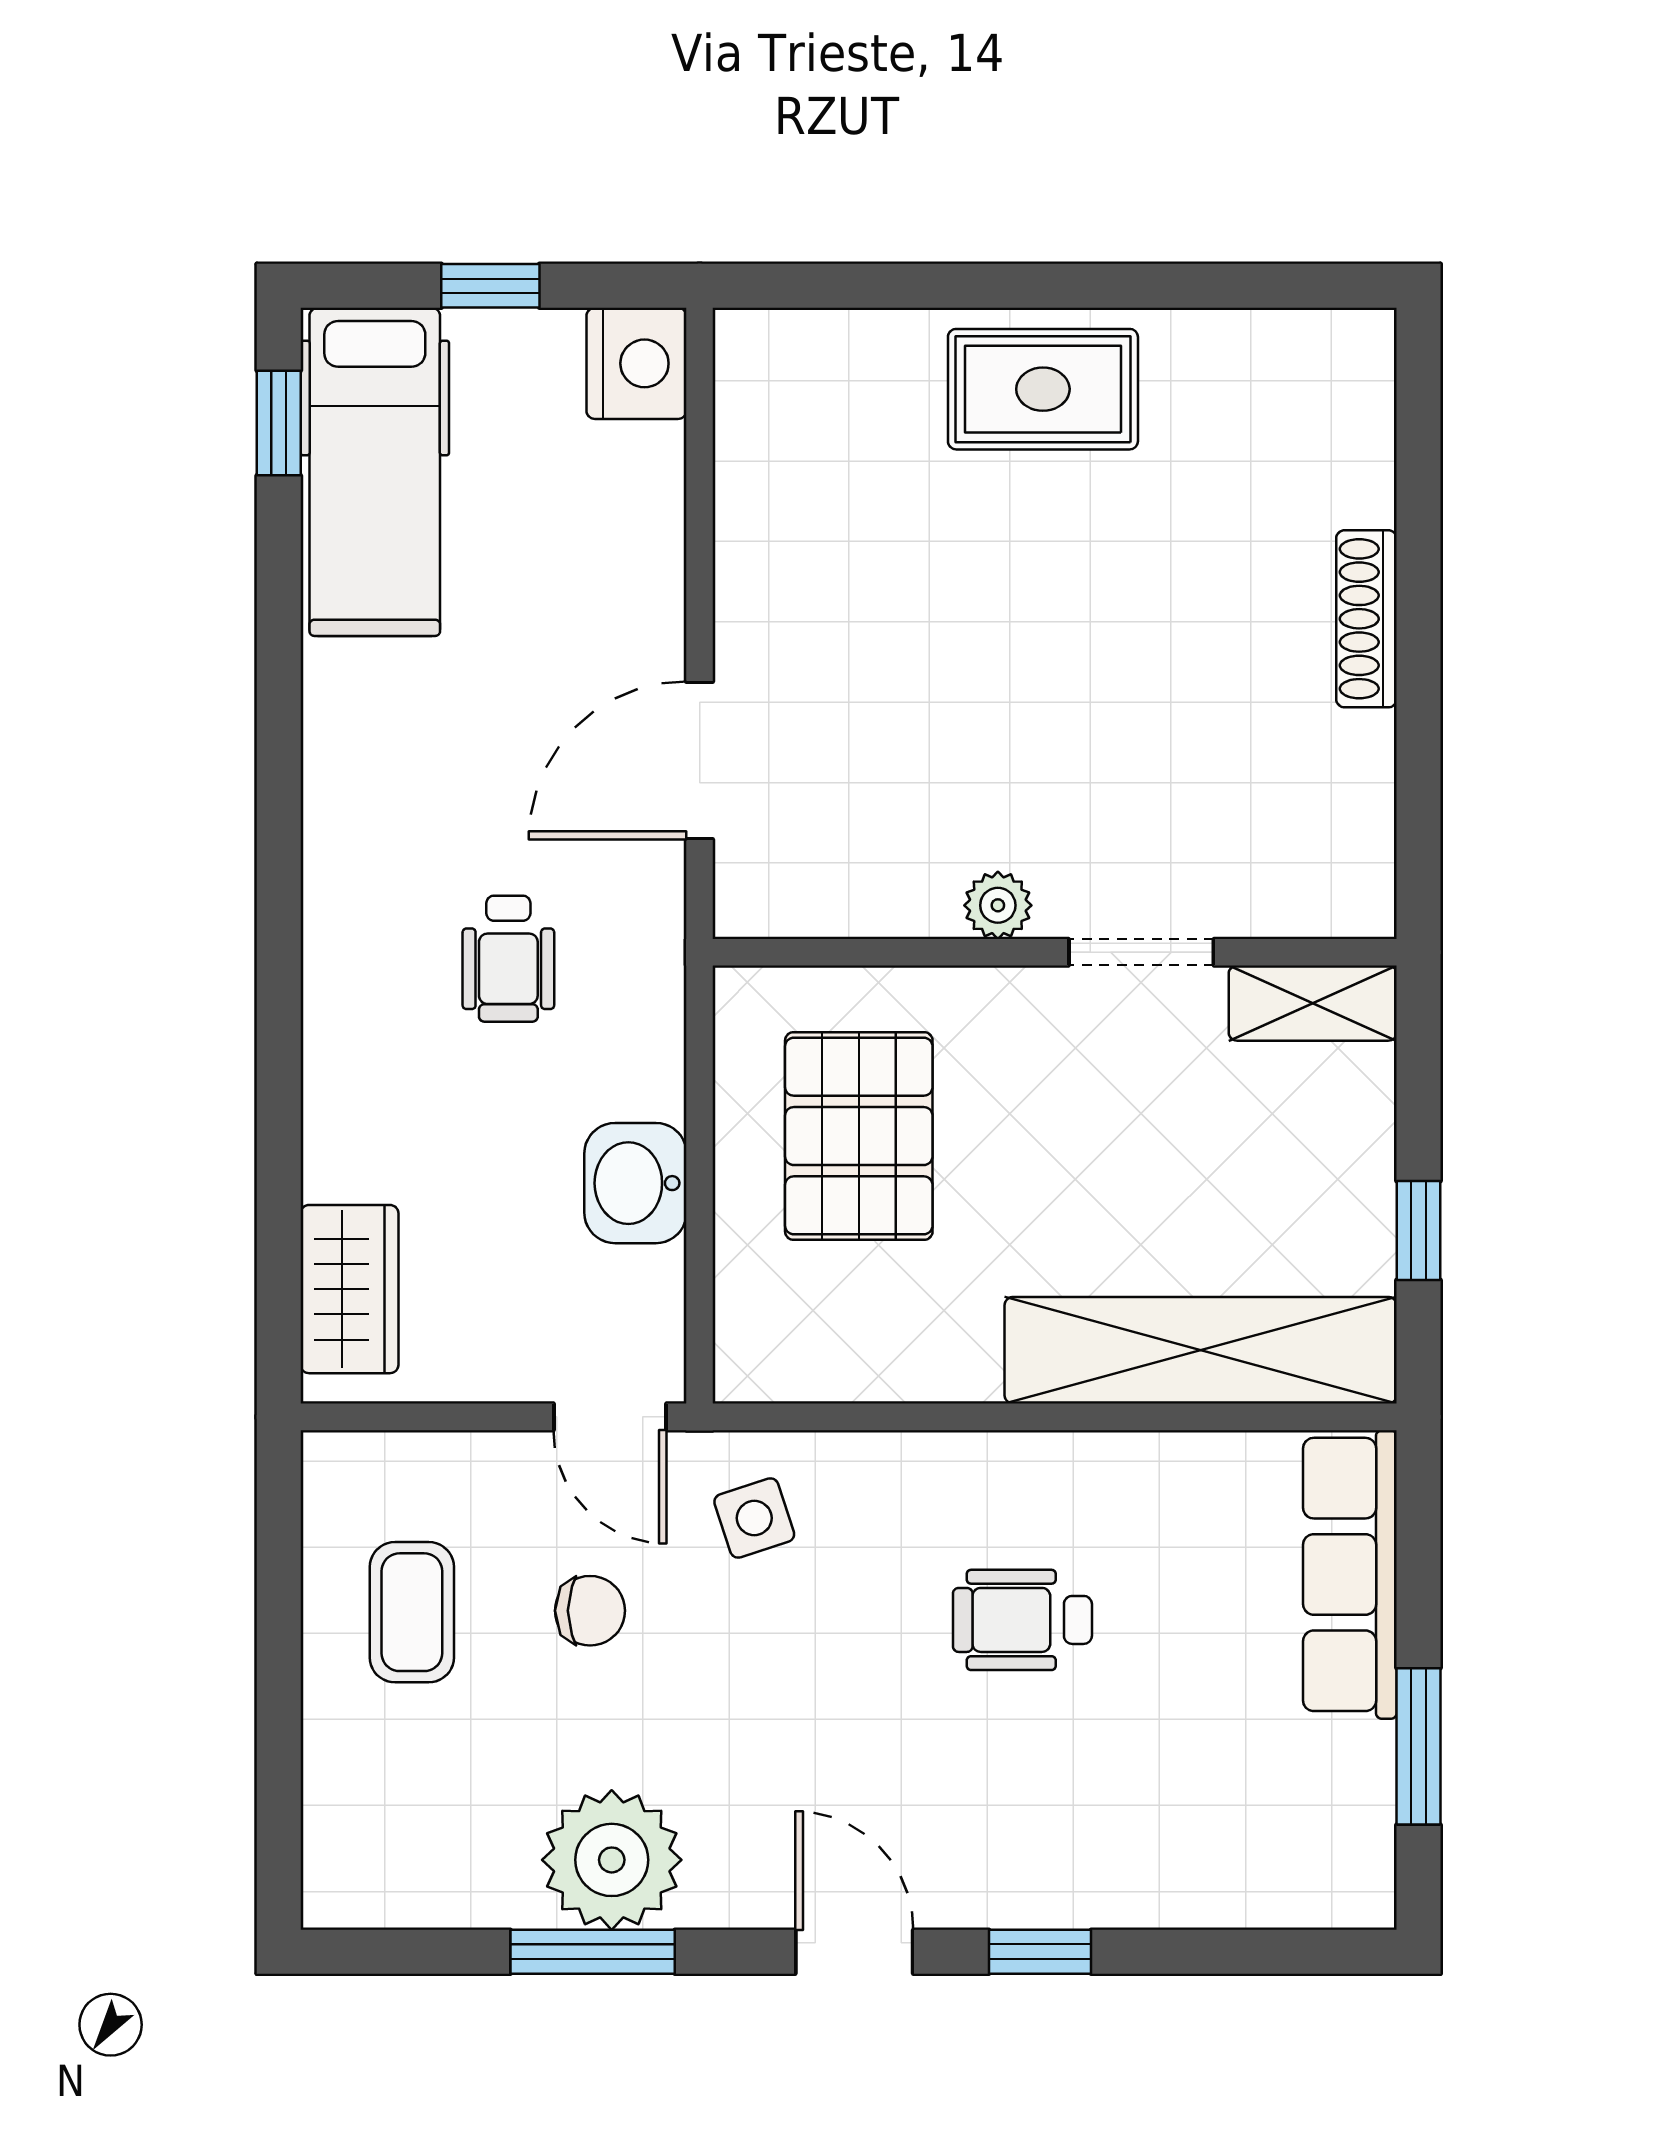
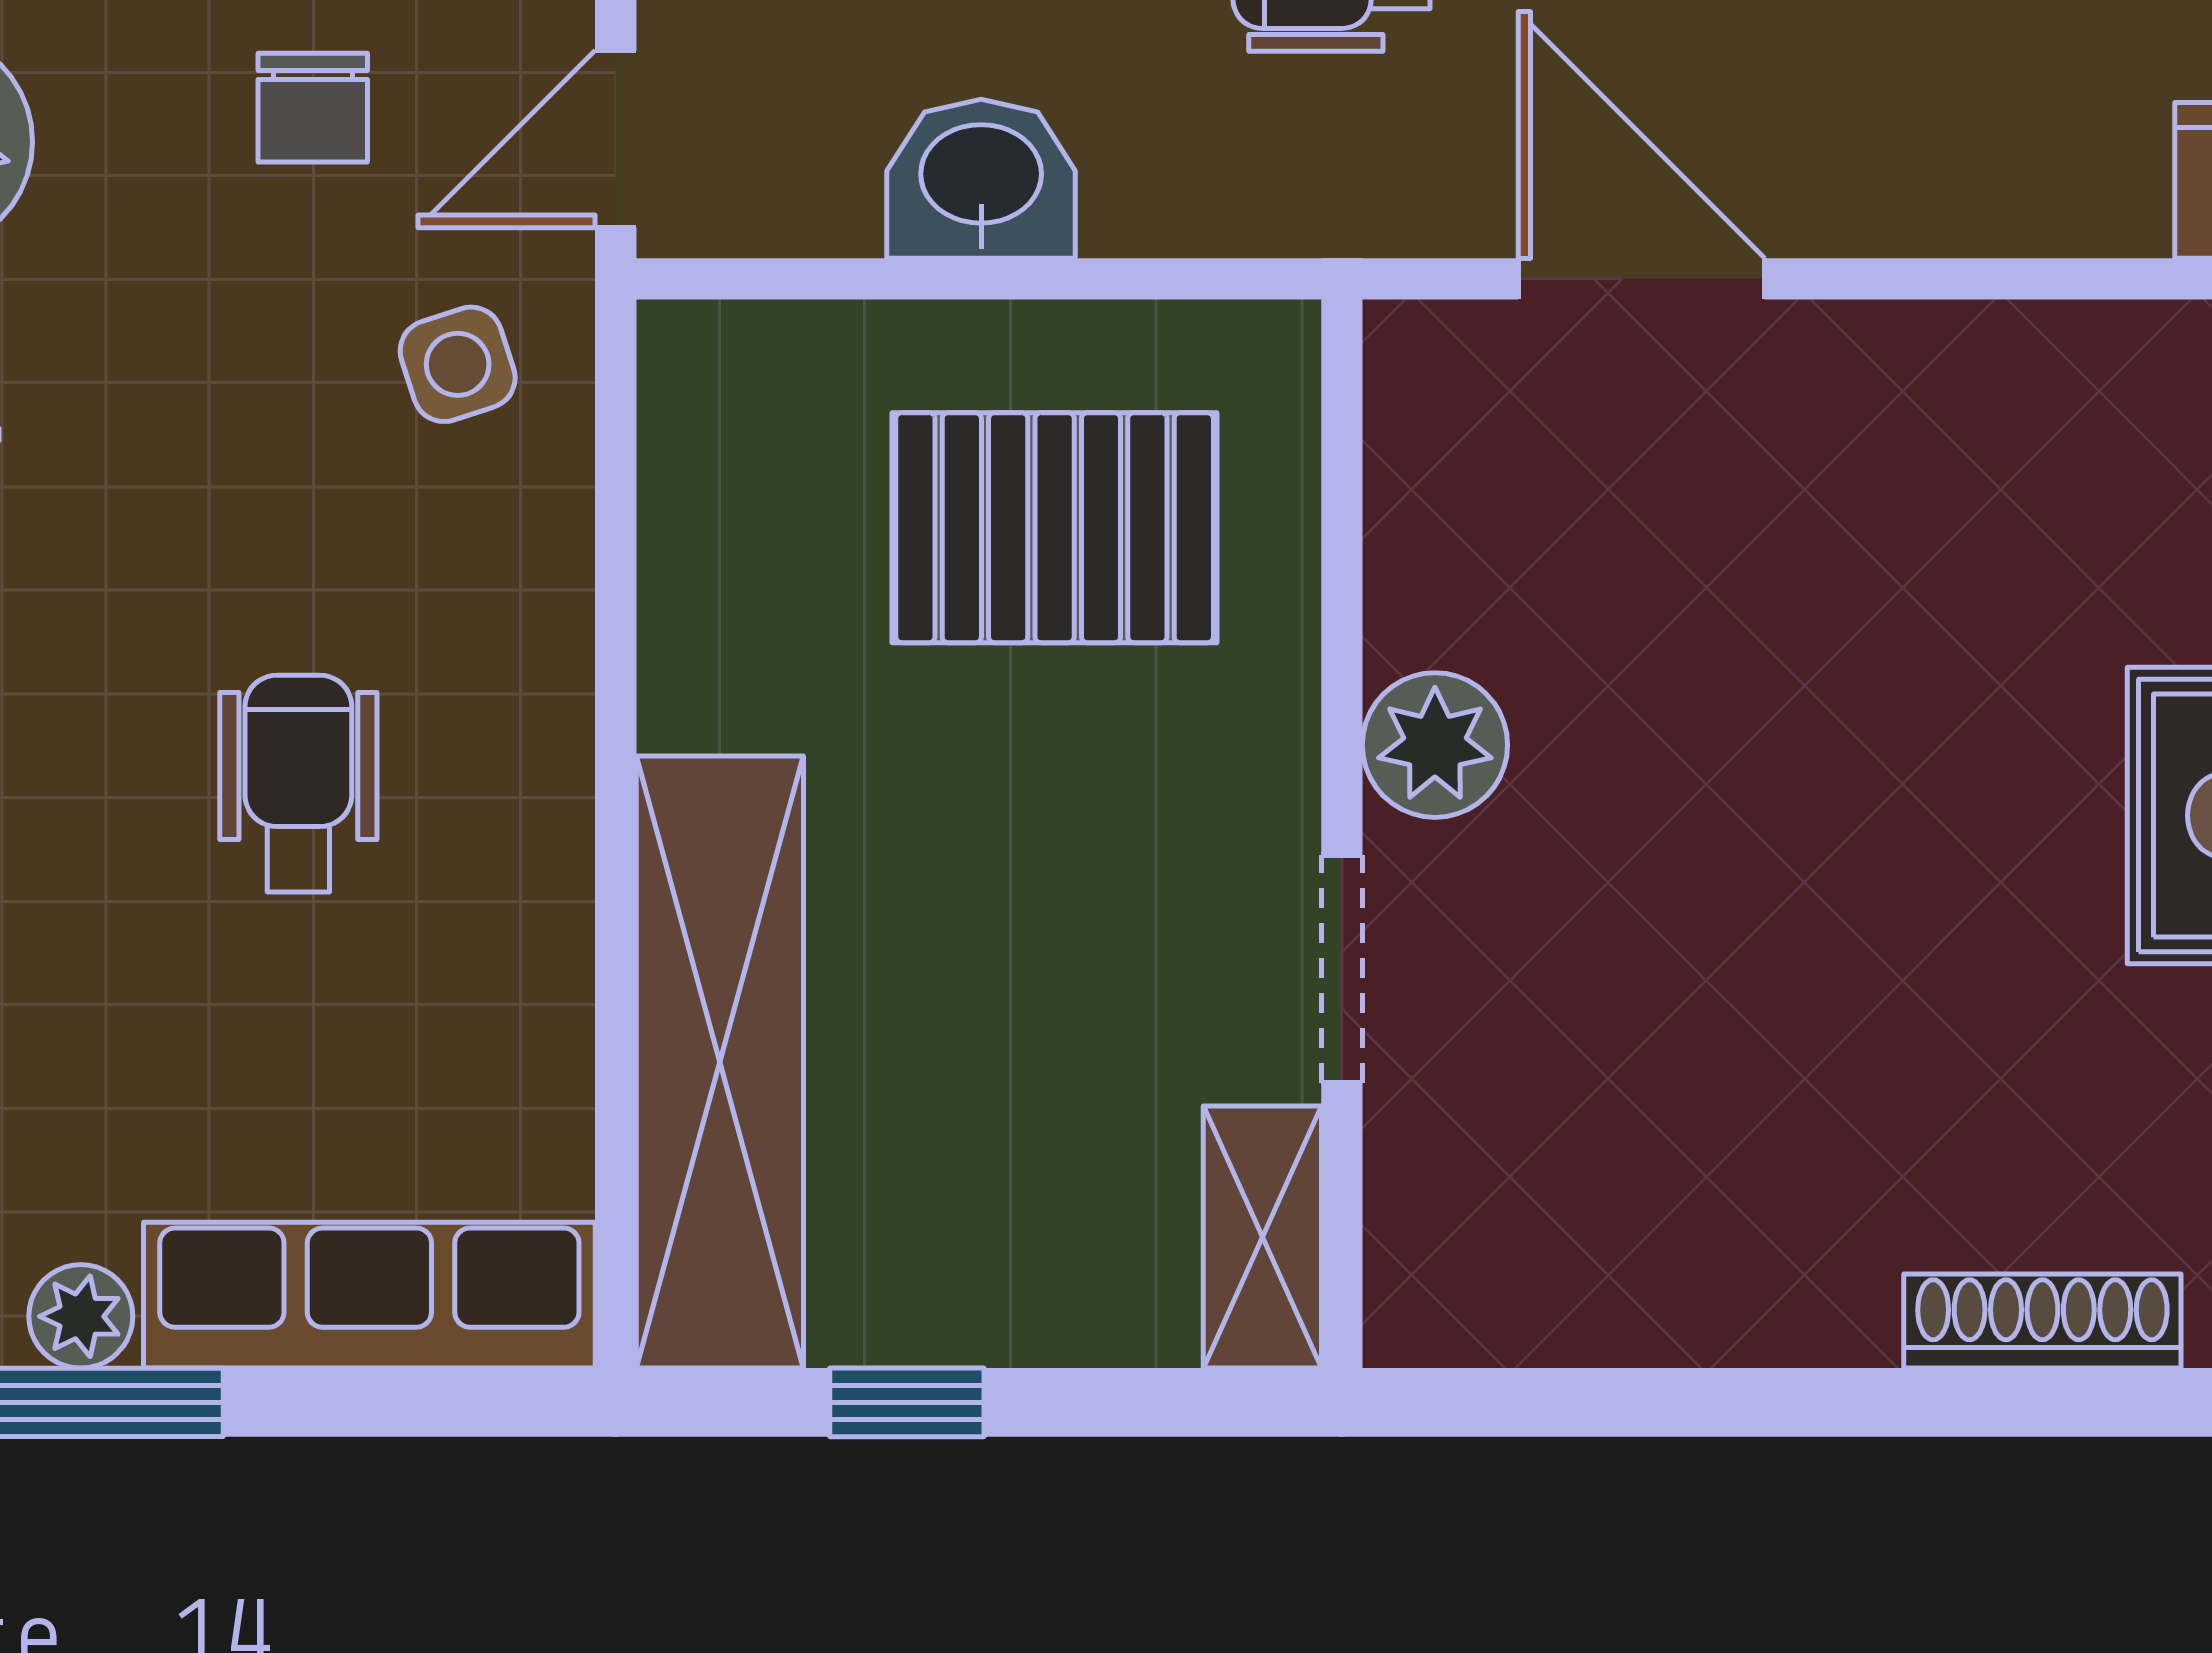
shoe rack: (1366, 619) -> (2042, 1321), moved
plant: (998, 905) -> (1435, 745), width x1.38, depth x1.38
plant: (1363, 1759) -> (81, 1316), added

